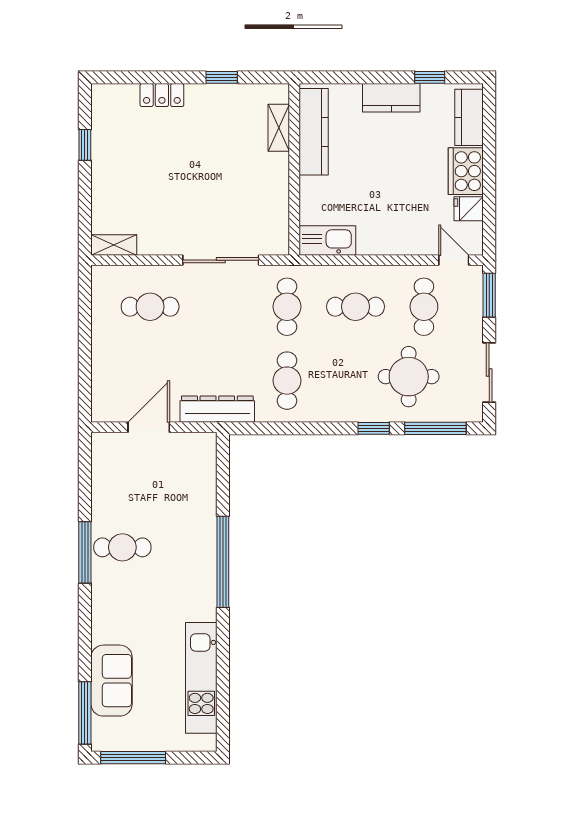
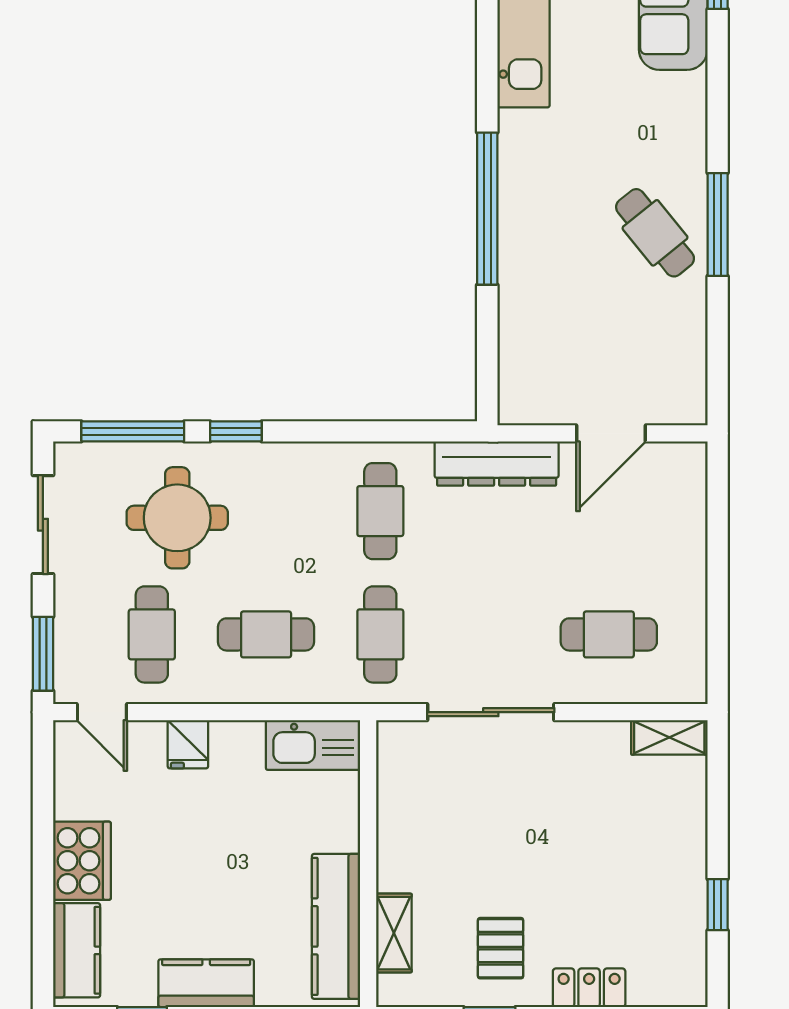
pallet: (215, 119) -> (501, 948), added
fridge: (469, 209) -> (188, 744), moved, turned 90
cafe table: (122, 547) -> (655, 233), turned 51

